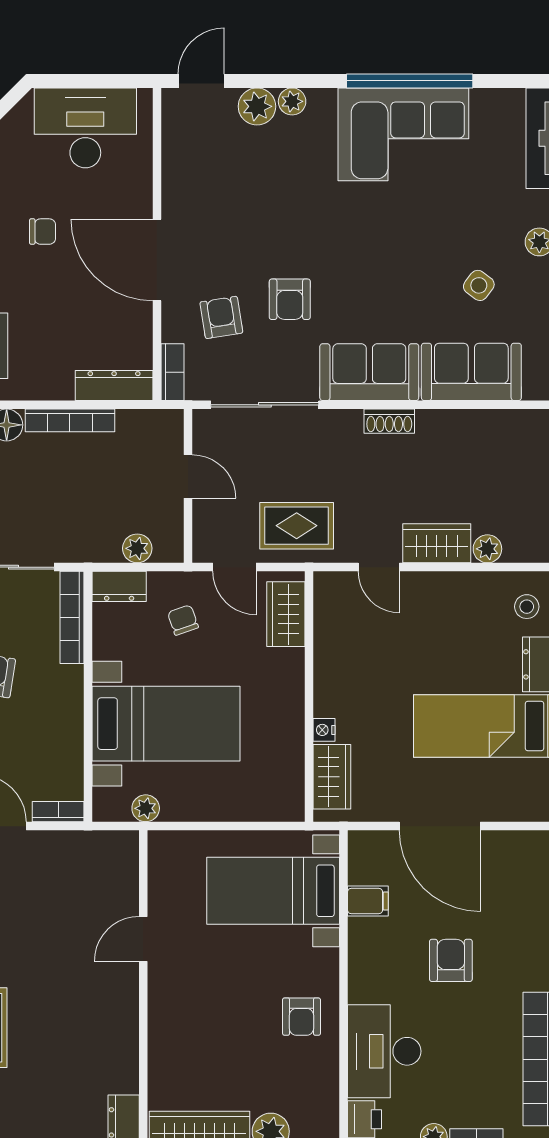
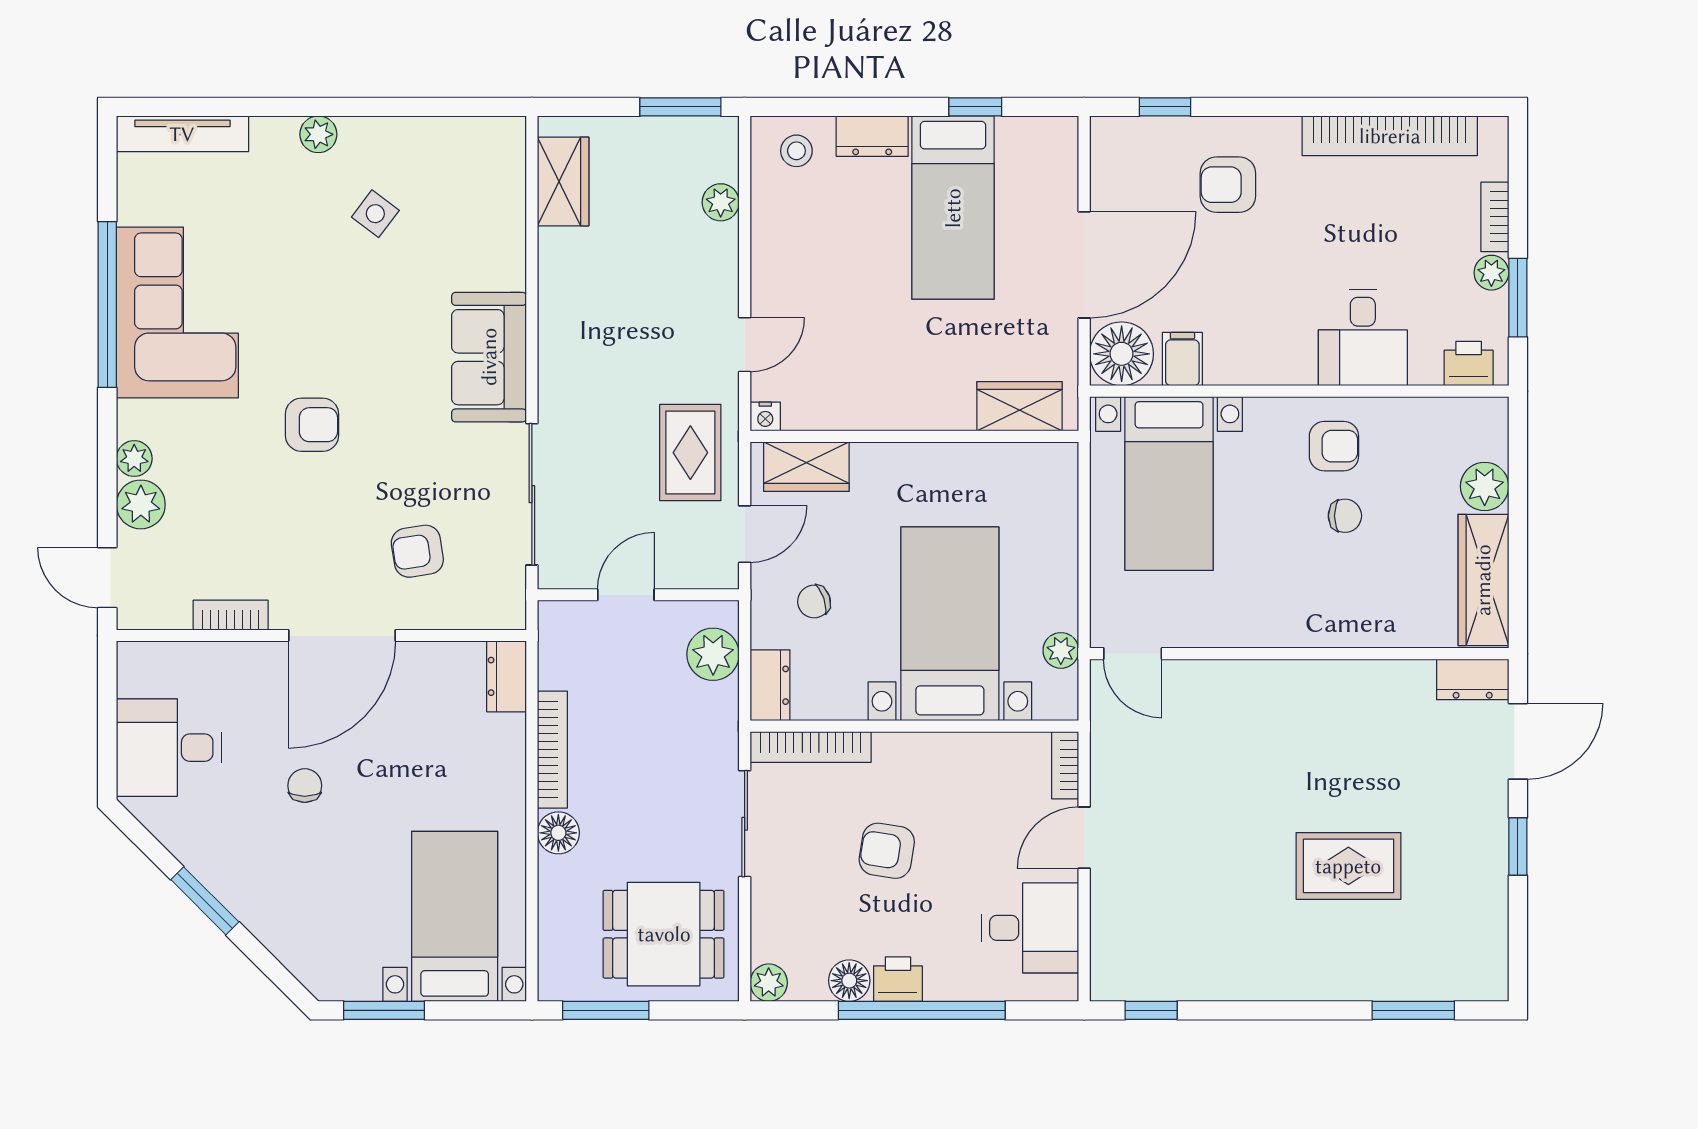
desk: (85, 128) -> (169, 748), width x0.73
armchair: (290, 299) -> (312, 425), moved
bookcase: (173, 372) -> (231, 615), moved
sofa: (471, 372) -> (489, 223), removed
dresser: (114, 385) -> (507, 676), width x0.70
shoe rack: (389, 421) -> (553, 331), removed
wardrobe: (437, 543) -> (563, 181), moved, turned 180
plant: (137, 548) -> (713, 654), width x1.38, depth x1.38
nightstand: (324, 730) -> (765, 417), moved
floor lamp: (372, 855) -> (1122, 354), added
door: (143, 939) -> (1133, 654), moved
armchair: (451, 960) -> (1228, 185), moved
chair: (248, 1025) -> (1345, 516), added
desk: (384, 1051) -> (1363, 338), width x0.73

